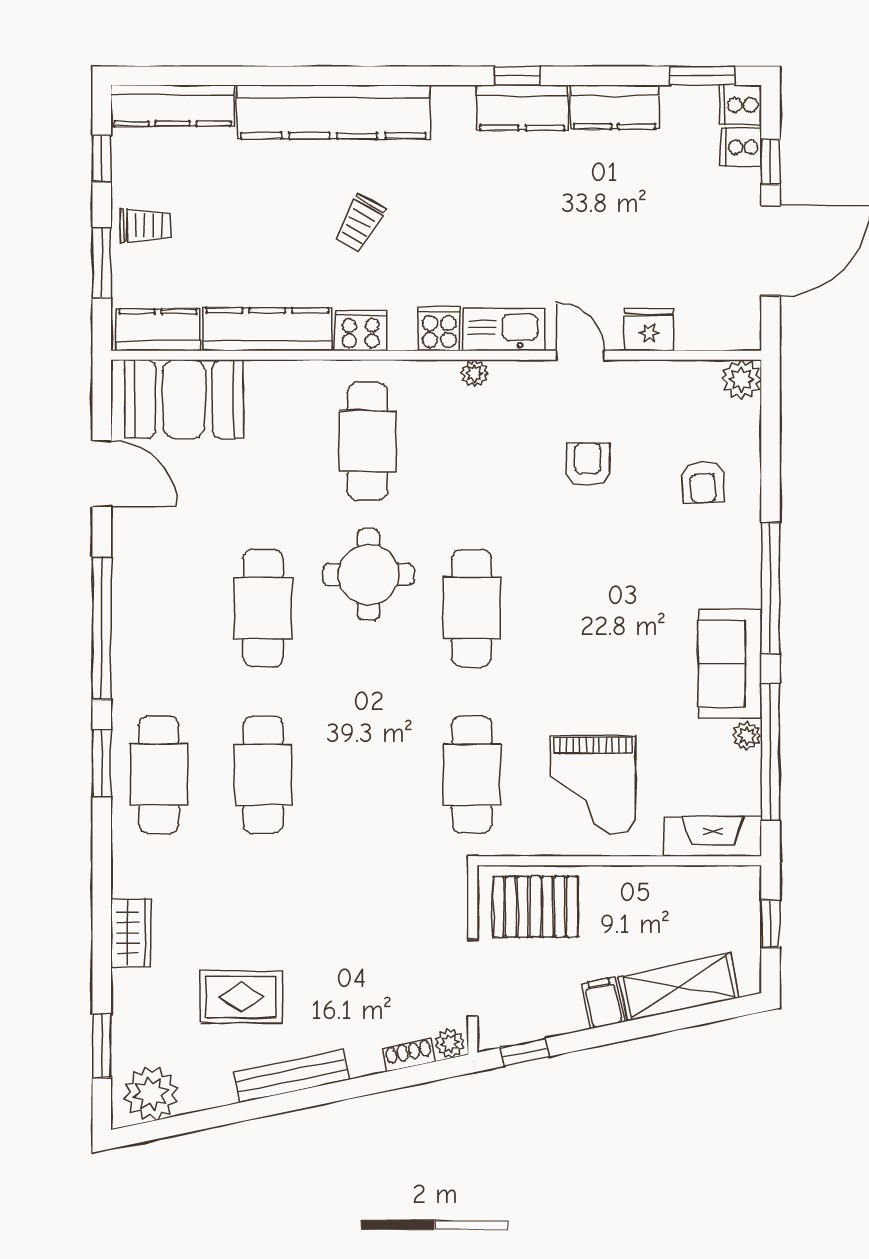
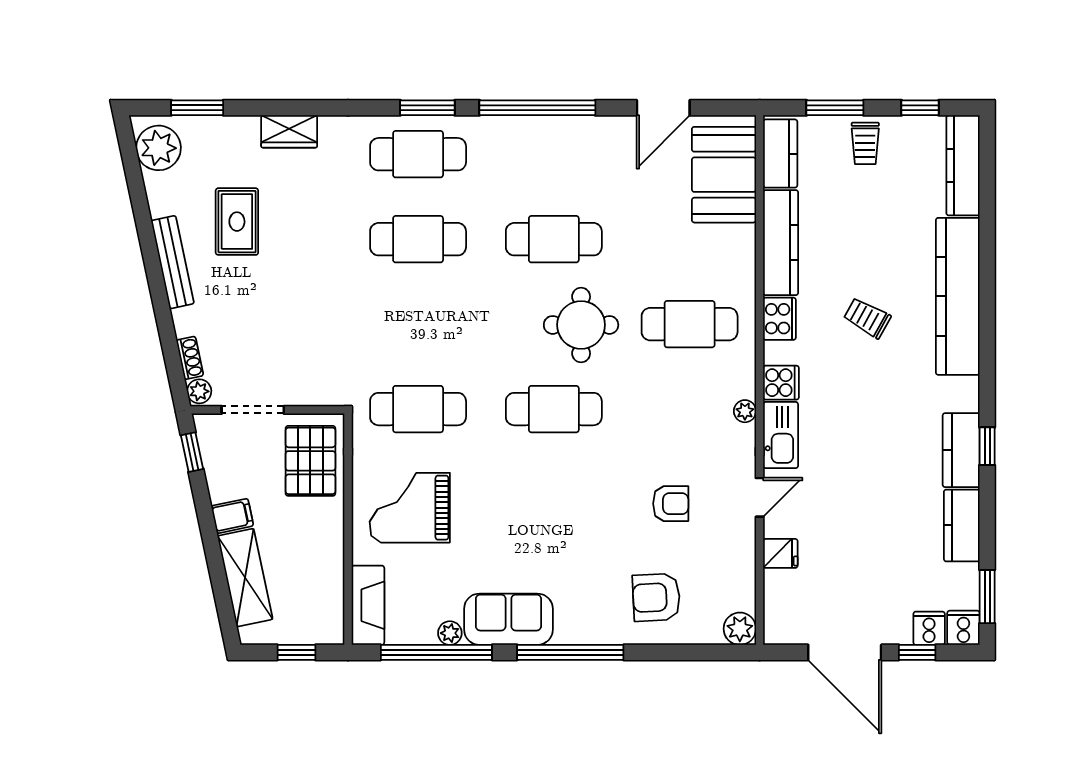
fridge: (649, 330) -> (780, 553), width x0.72
armchair: (703, 482) -> (656, 597), width x1.38, depth x1.38

